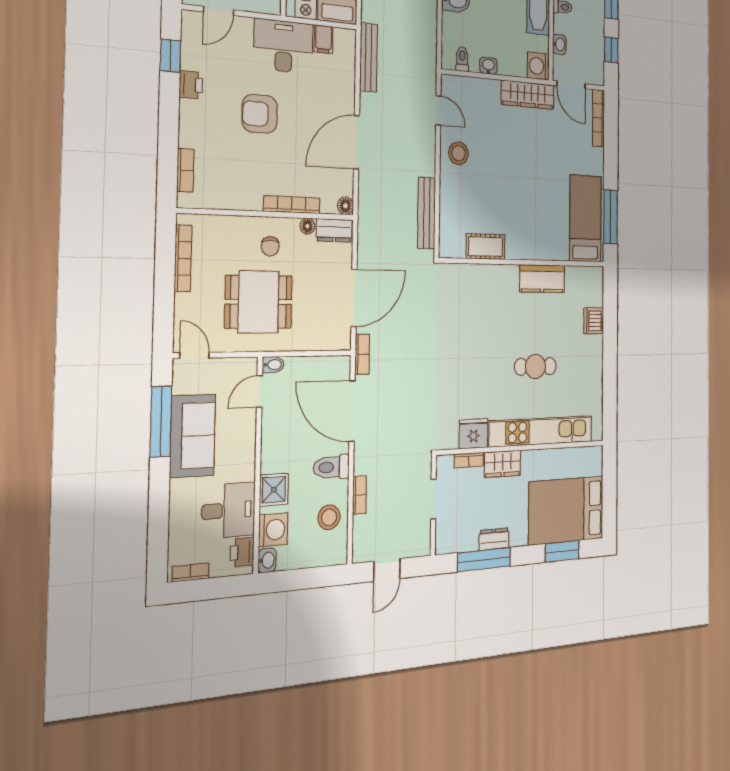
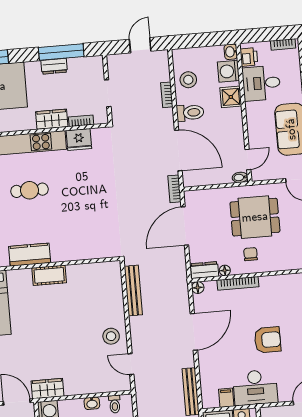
wardrobe: (528, 95) -> (48, 389), width x0.67
cot: (486, 247) -> (49, 275), moved

